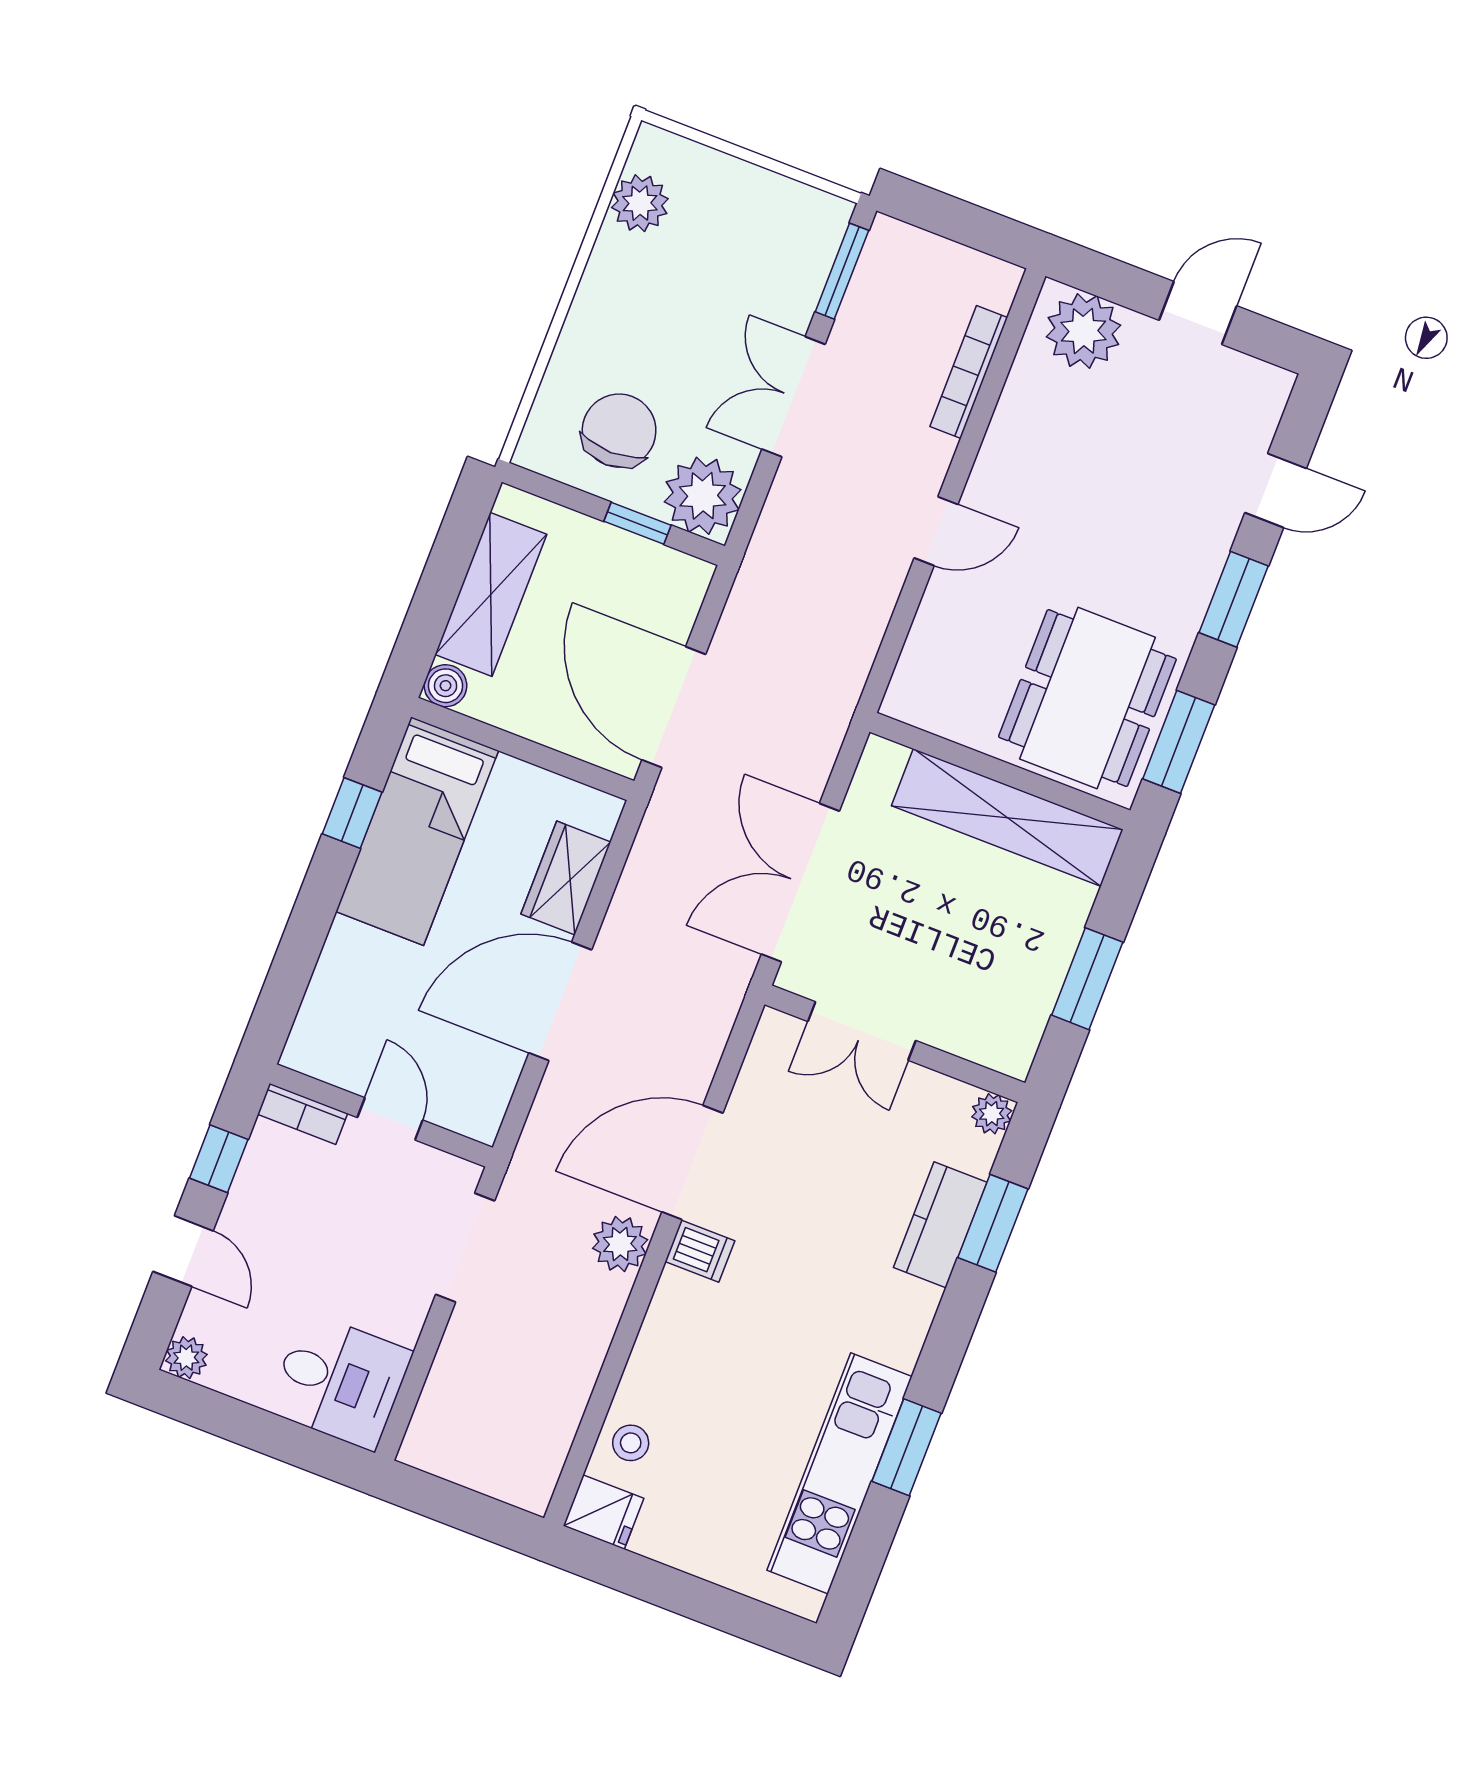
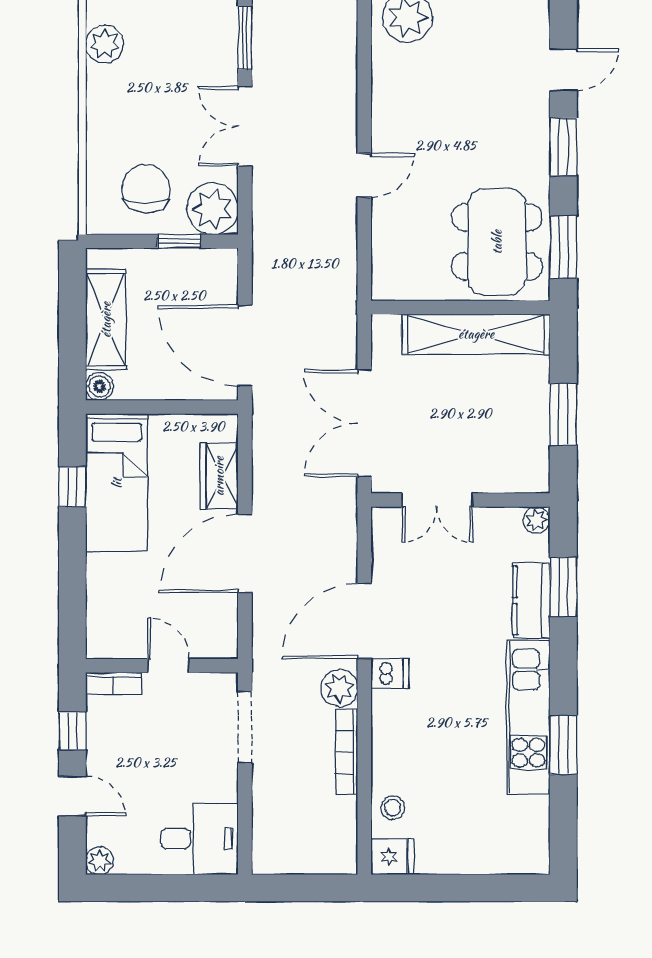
bookcase: (969, 372) -> (347, 752), moved
kitchen unit: (840, 1473) -> (528, 717), moved

